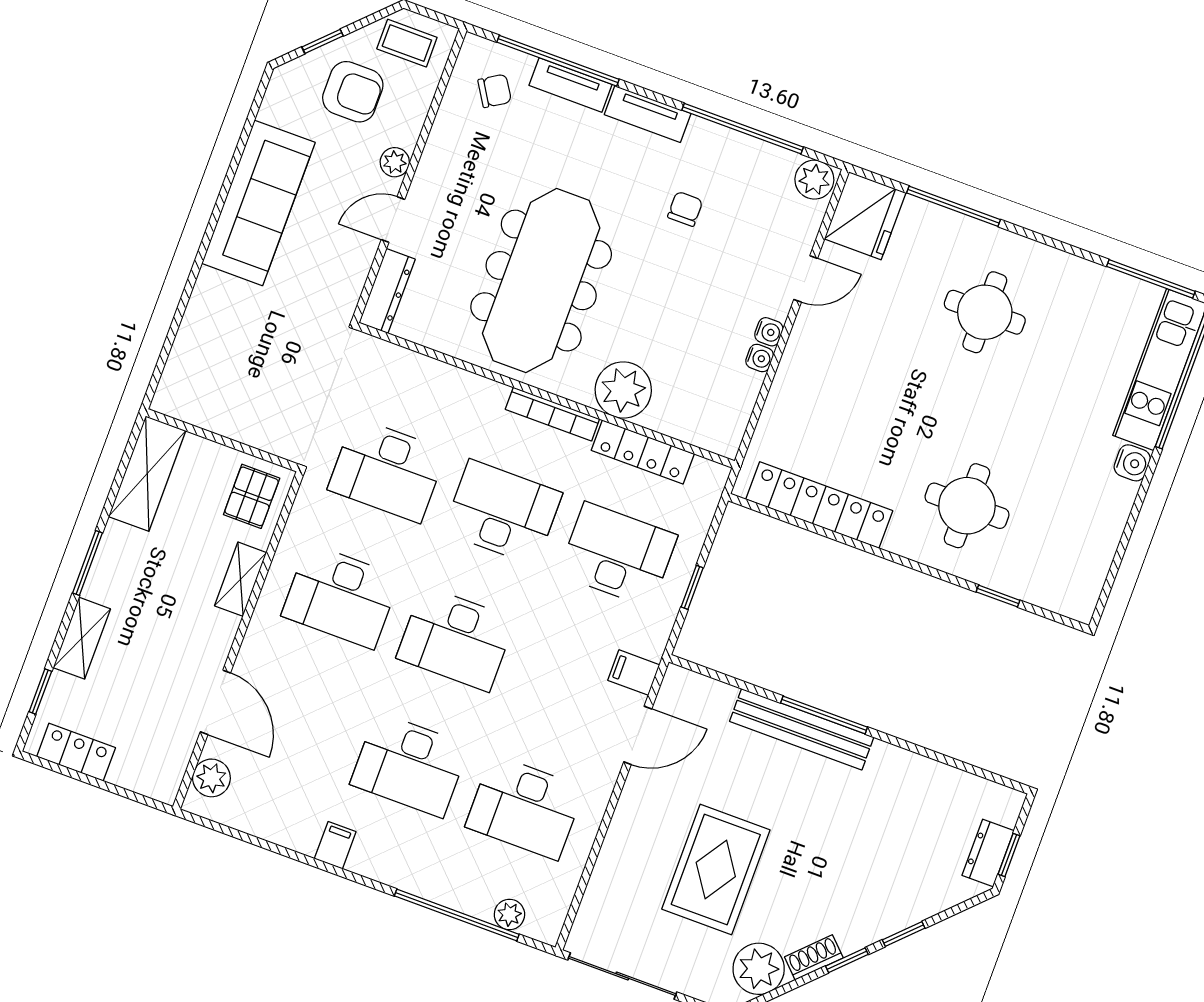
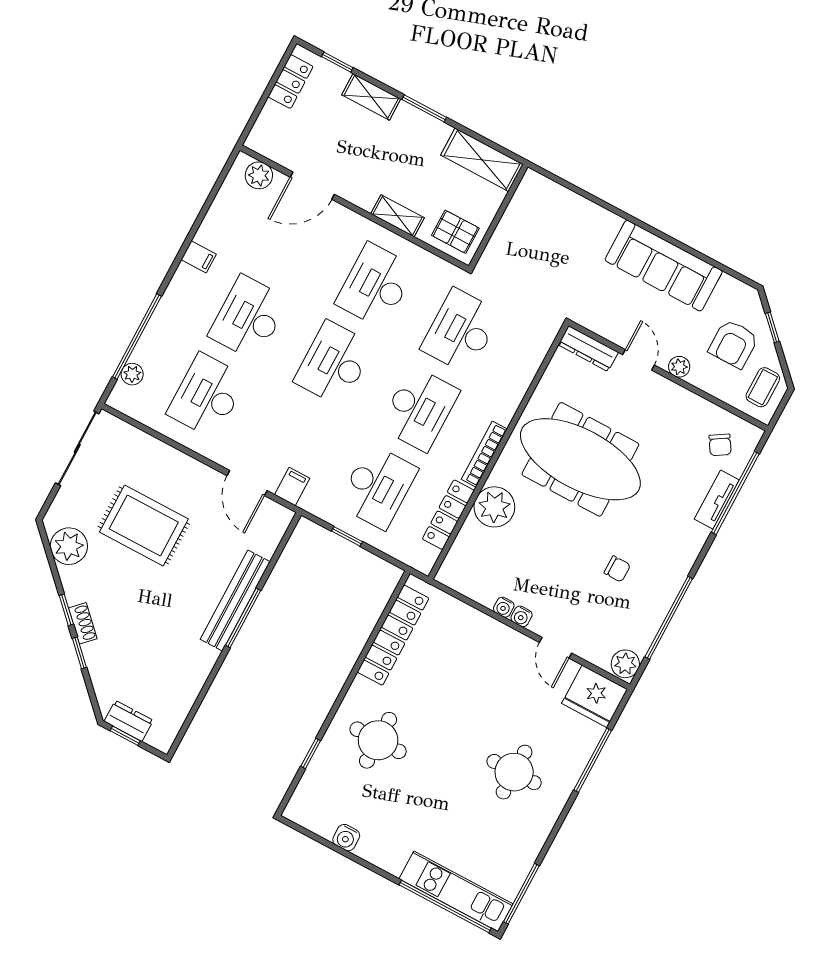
tv unit: (648, 114) -> (689, 552), removed
water cooler: (1132, 463) -> (346, 838), moved
shoe rack: (814, 957) -> (83, 623), moved

